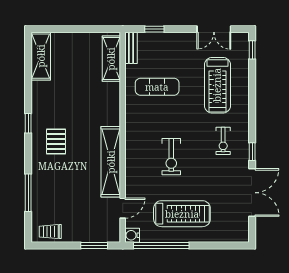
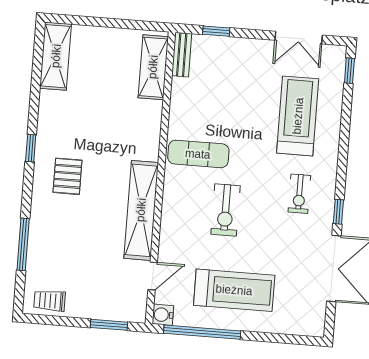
treadmill: (217, 85) -> (298, 116), turned 180
exercise mat: (157, 87) -> (198, 154), moved

